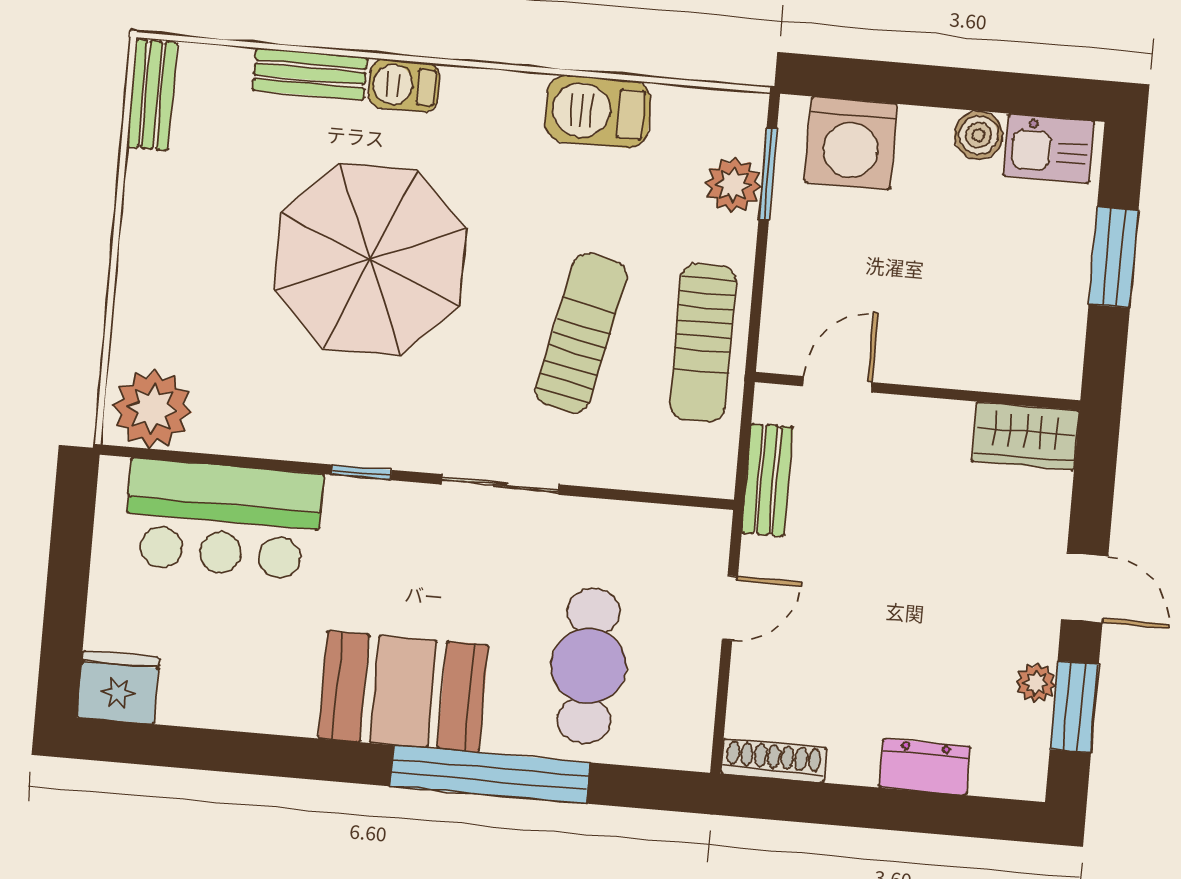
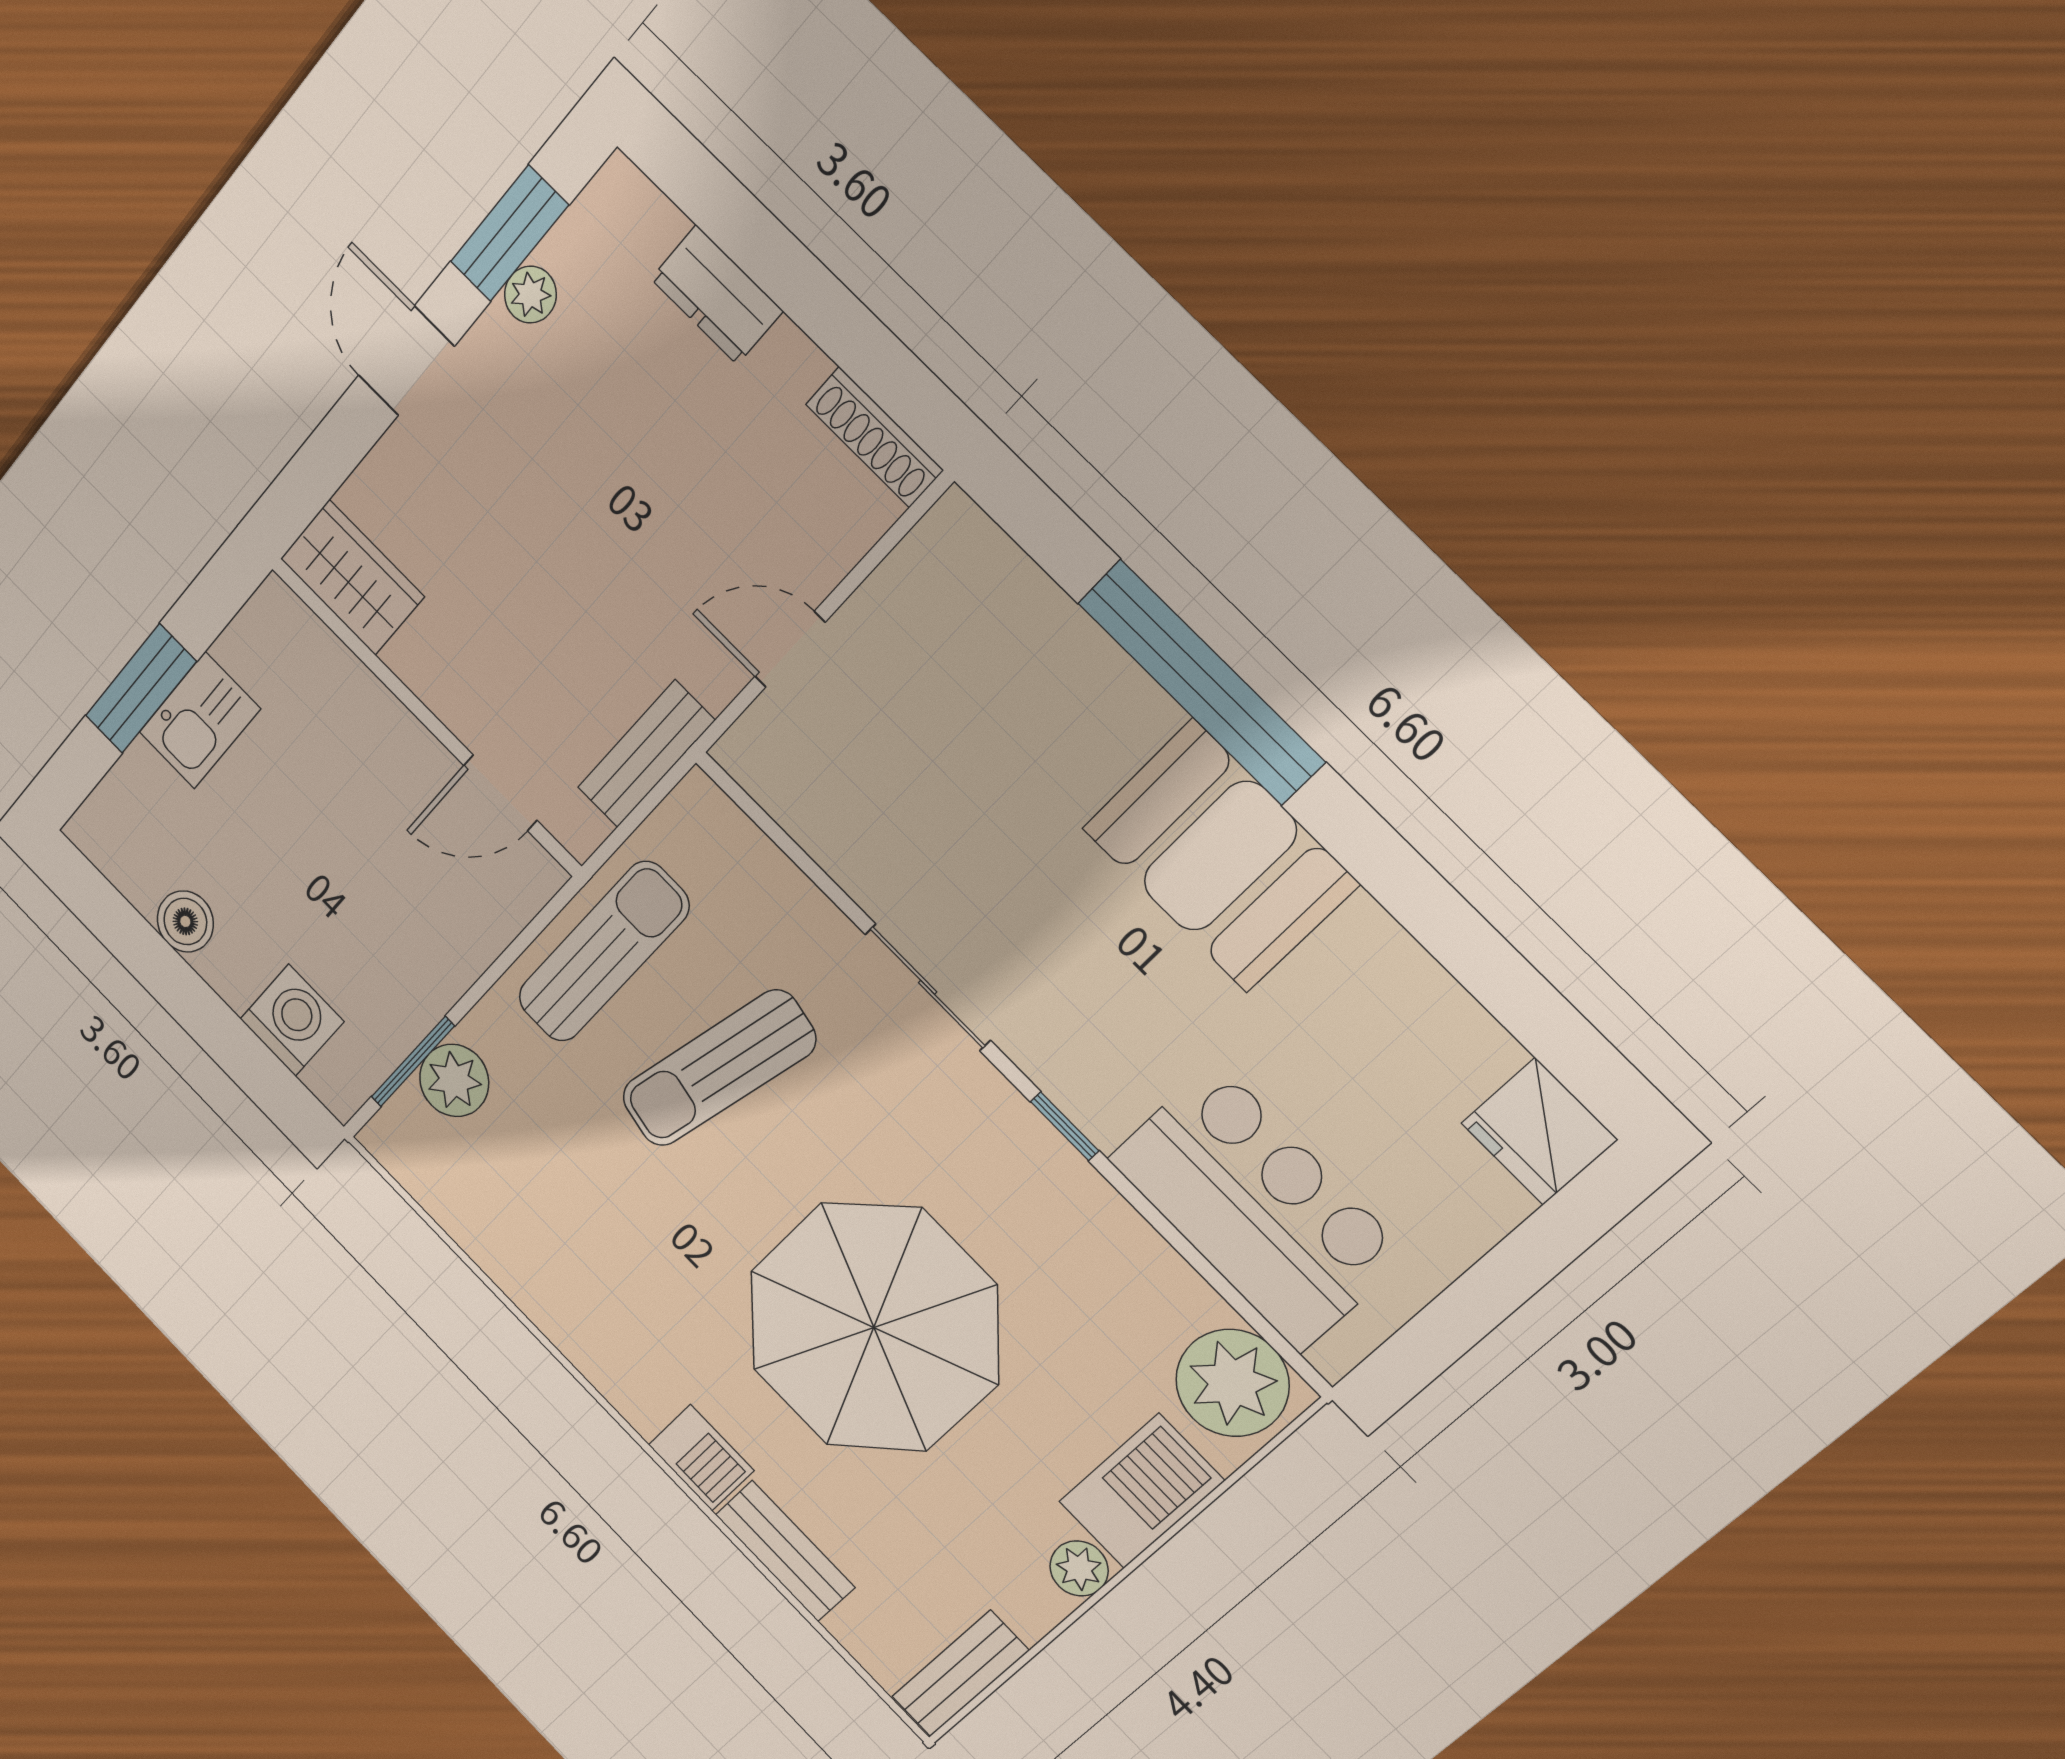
barbecue: (598, 112) -> (1141, 1491), moved, turned -90
washing machine: (851, 143) -> (292, 1020), width x0.73, depth x0.73
kitchen sink: (1049, 148) -> (200, 720), moved, turned 90
plant: (141, 223) -> (1079, 1568), added
cafe table: (589, 666) -> (992, 713), removed

